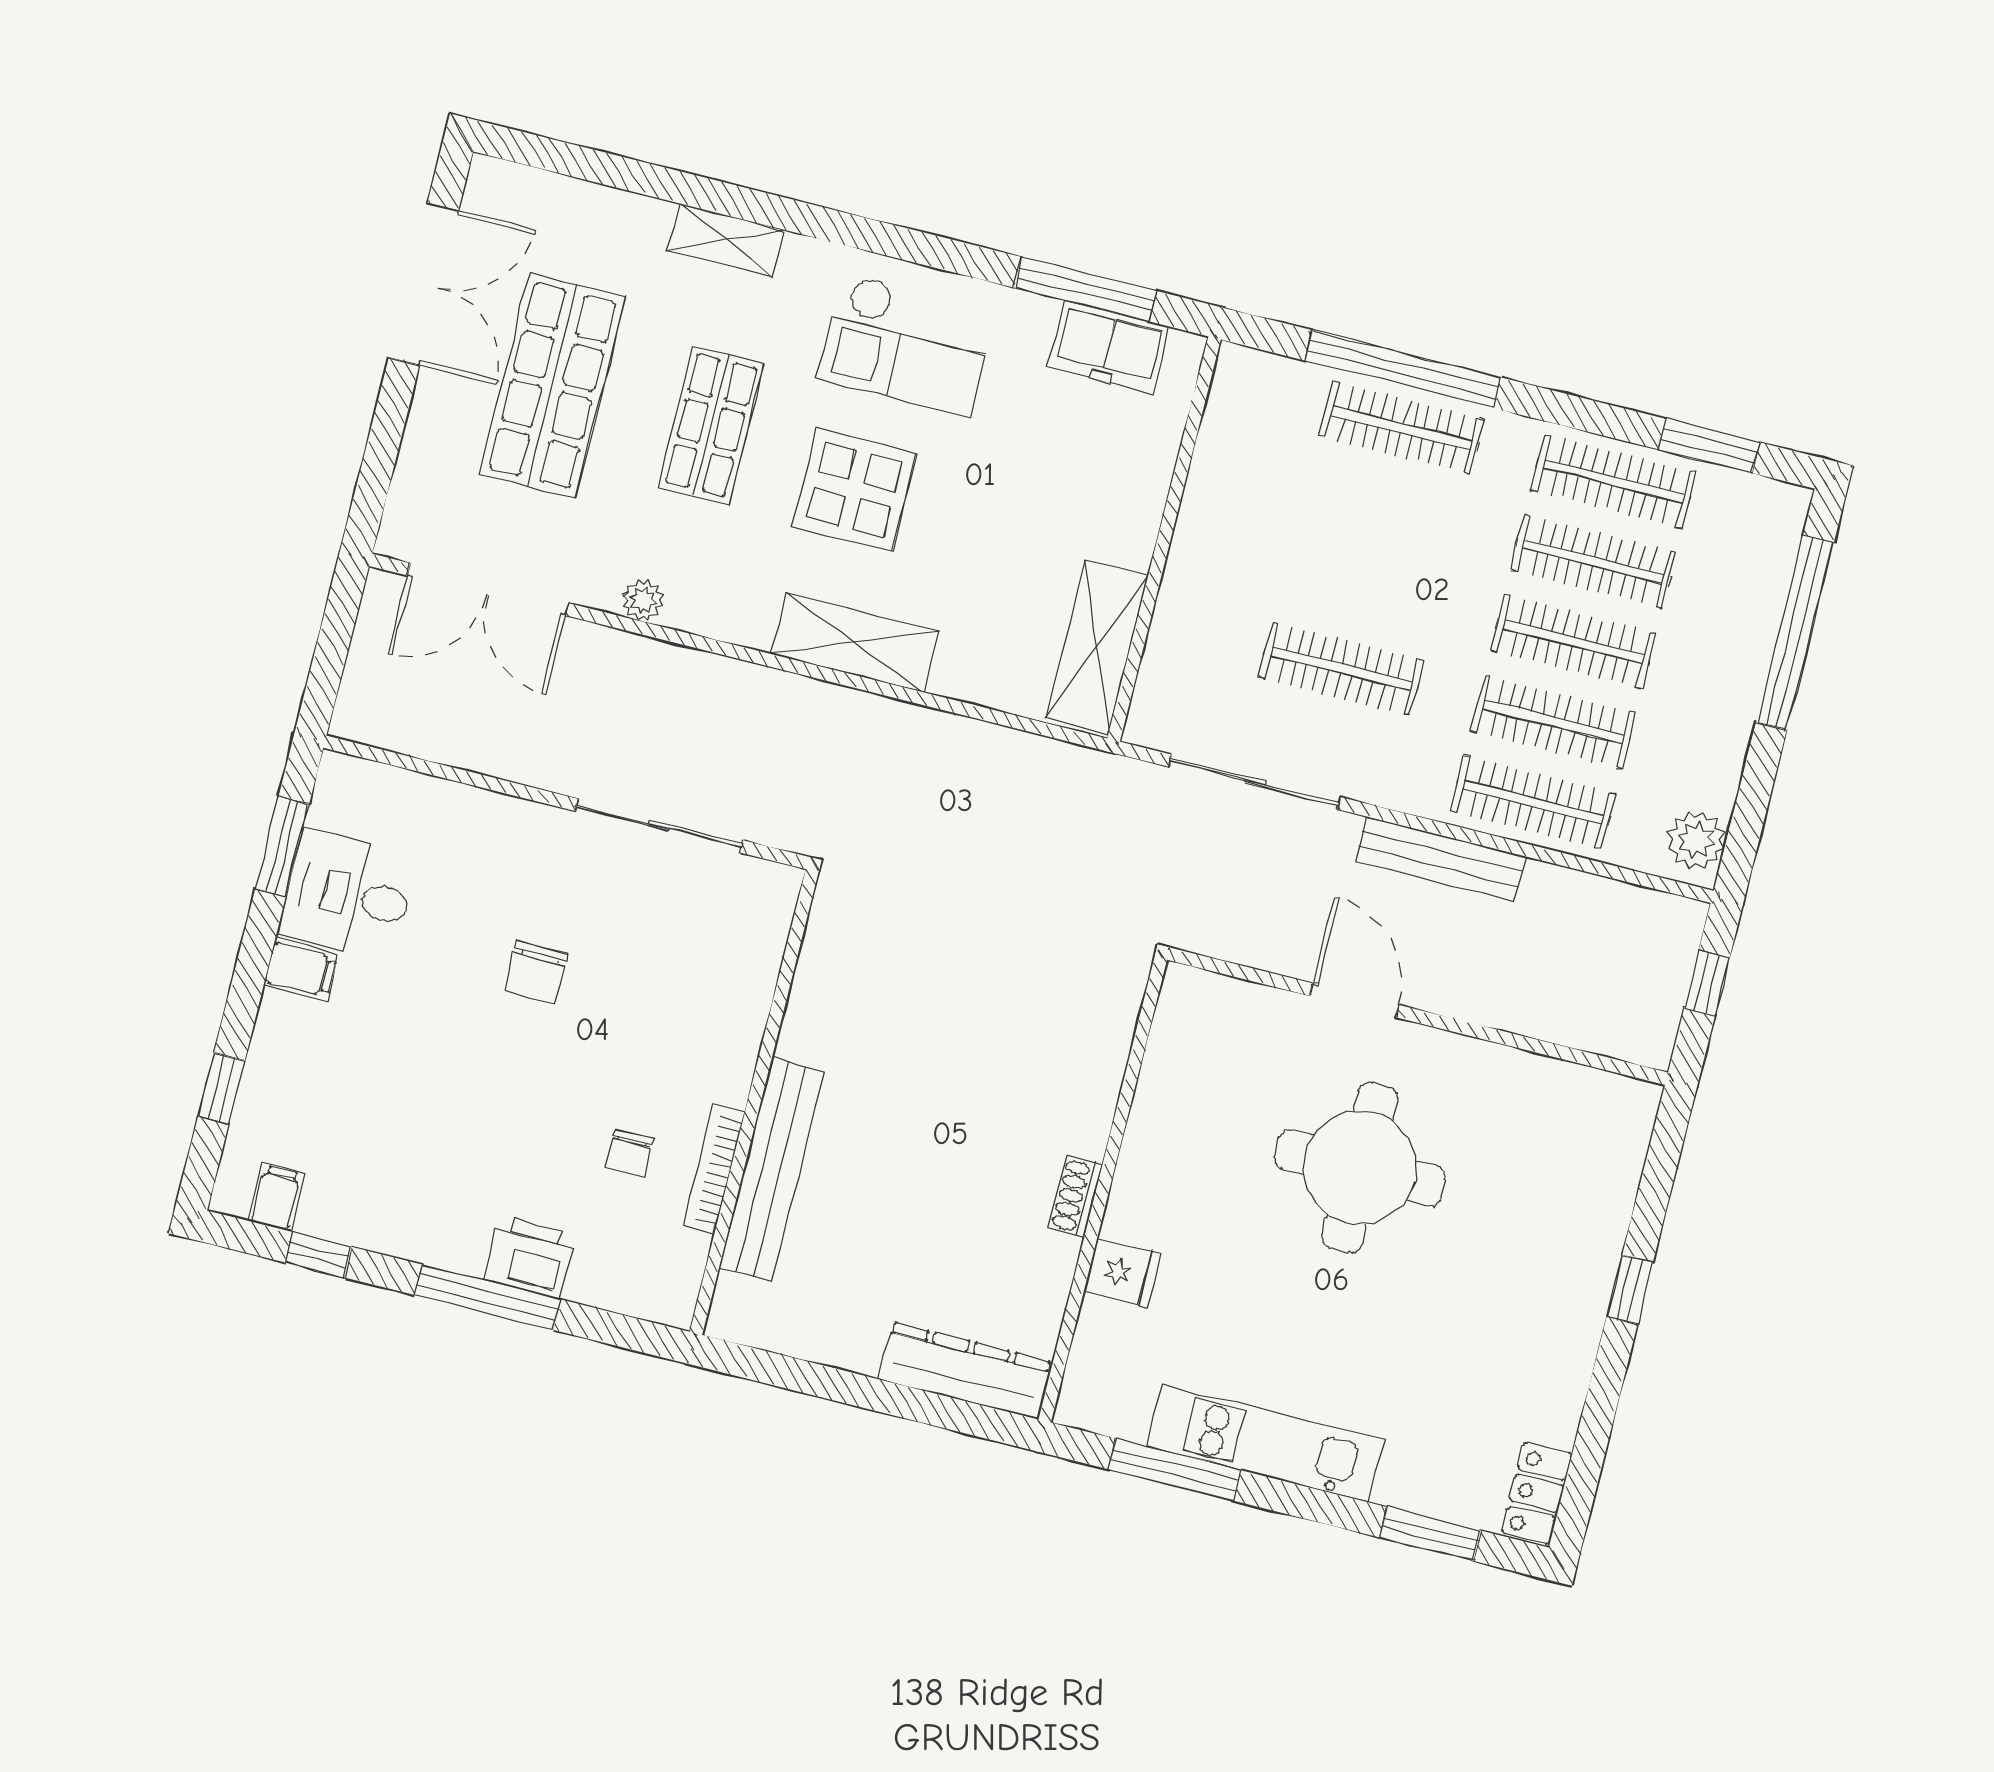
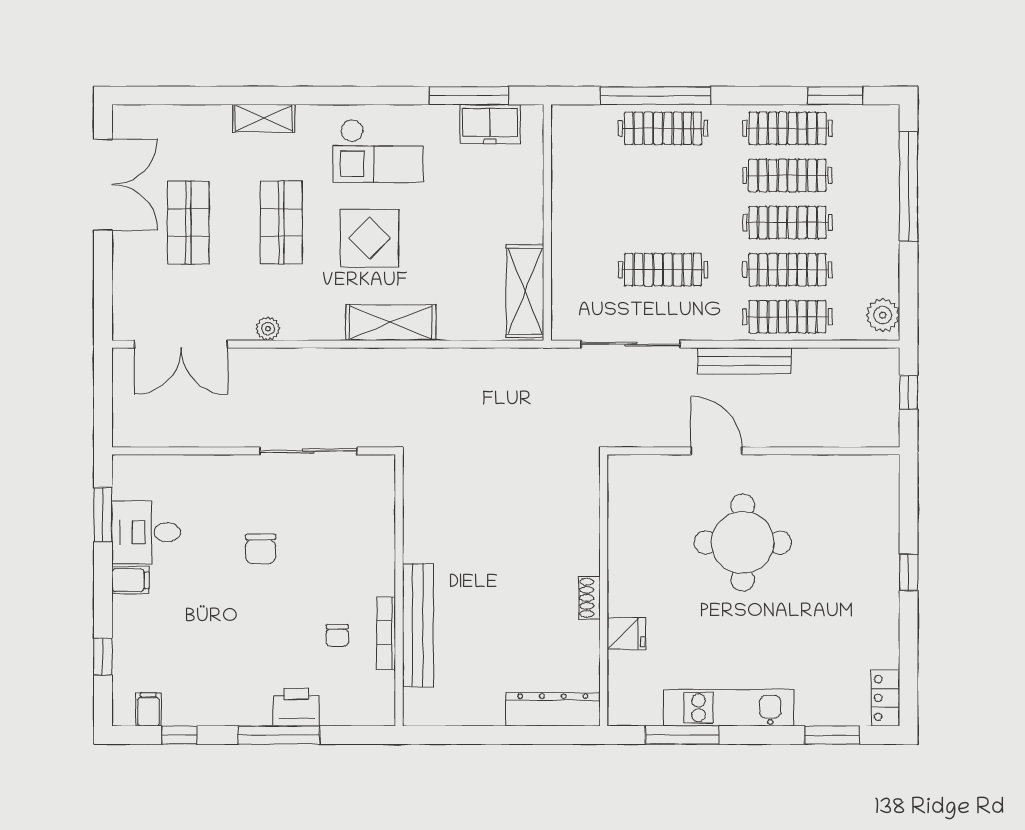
shop shelf: (553, 385) -> (188, 223), width x0.70, depth x0.74

